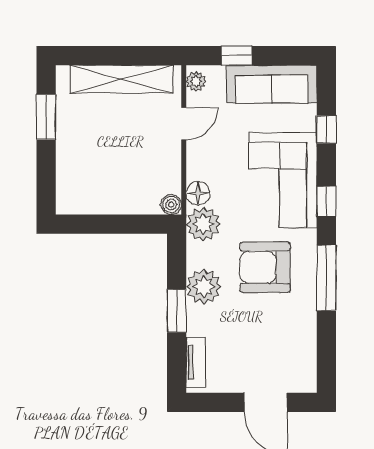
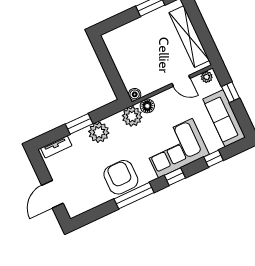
armchair: (265, 267) -> (121, 177), moved

